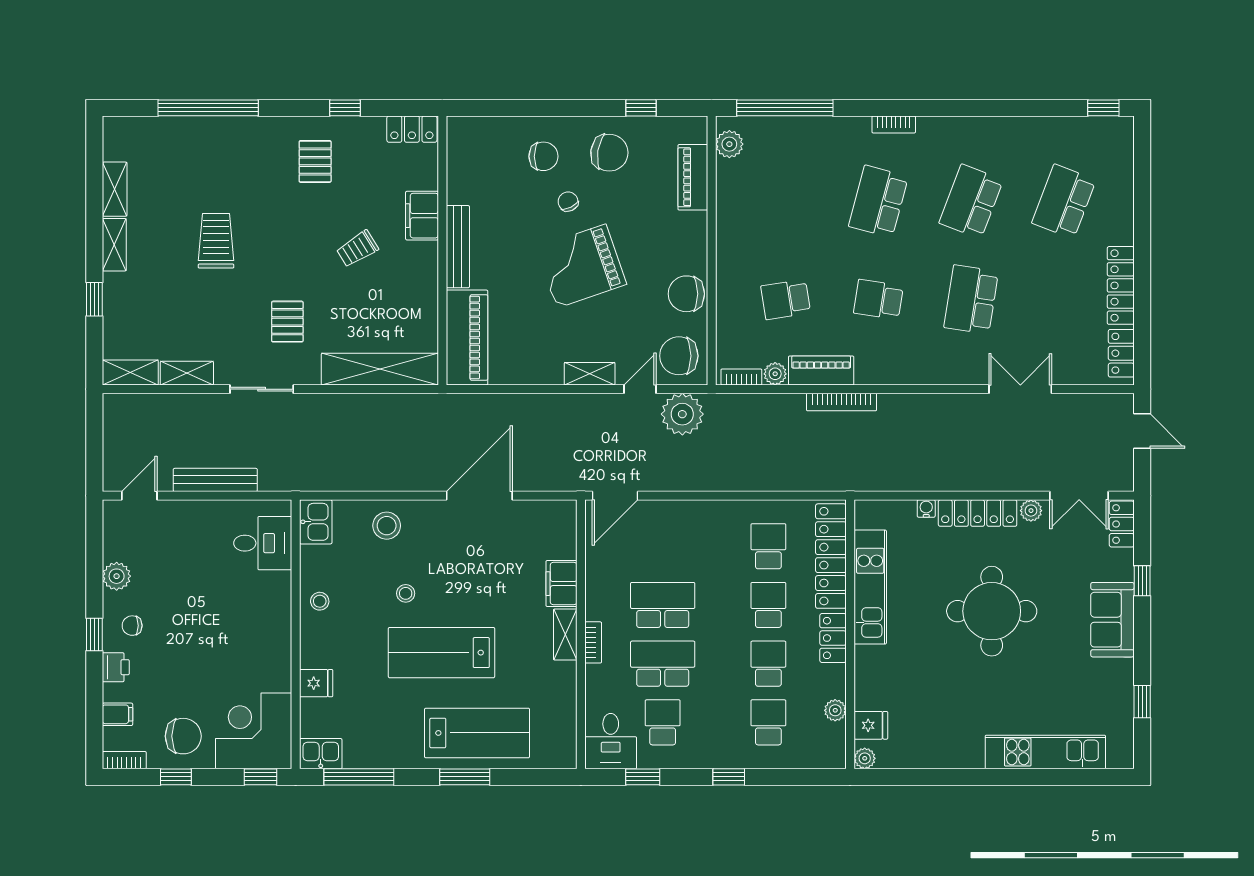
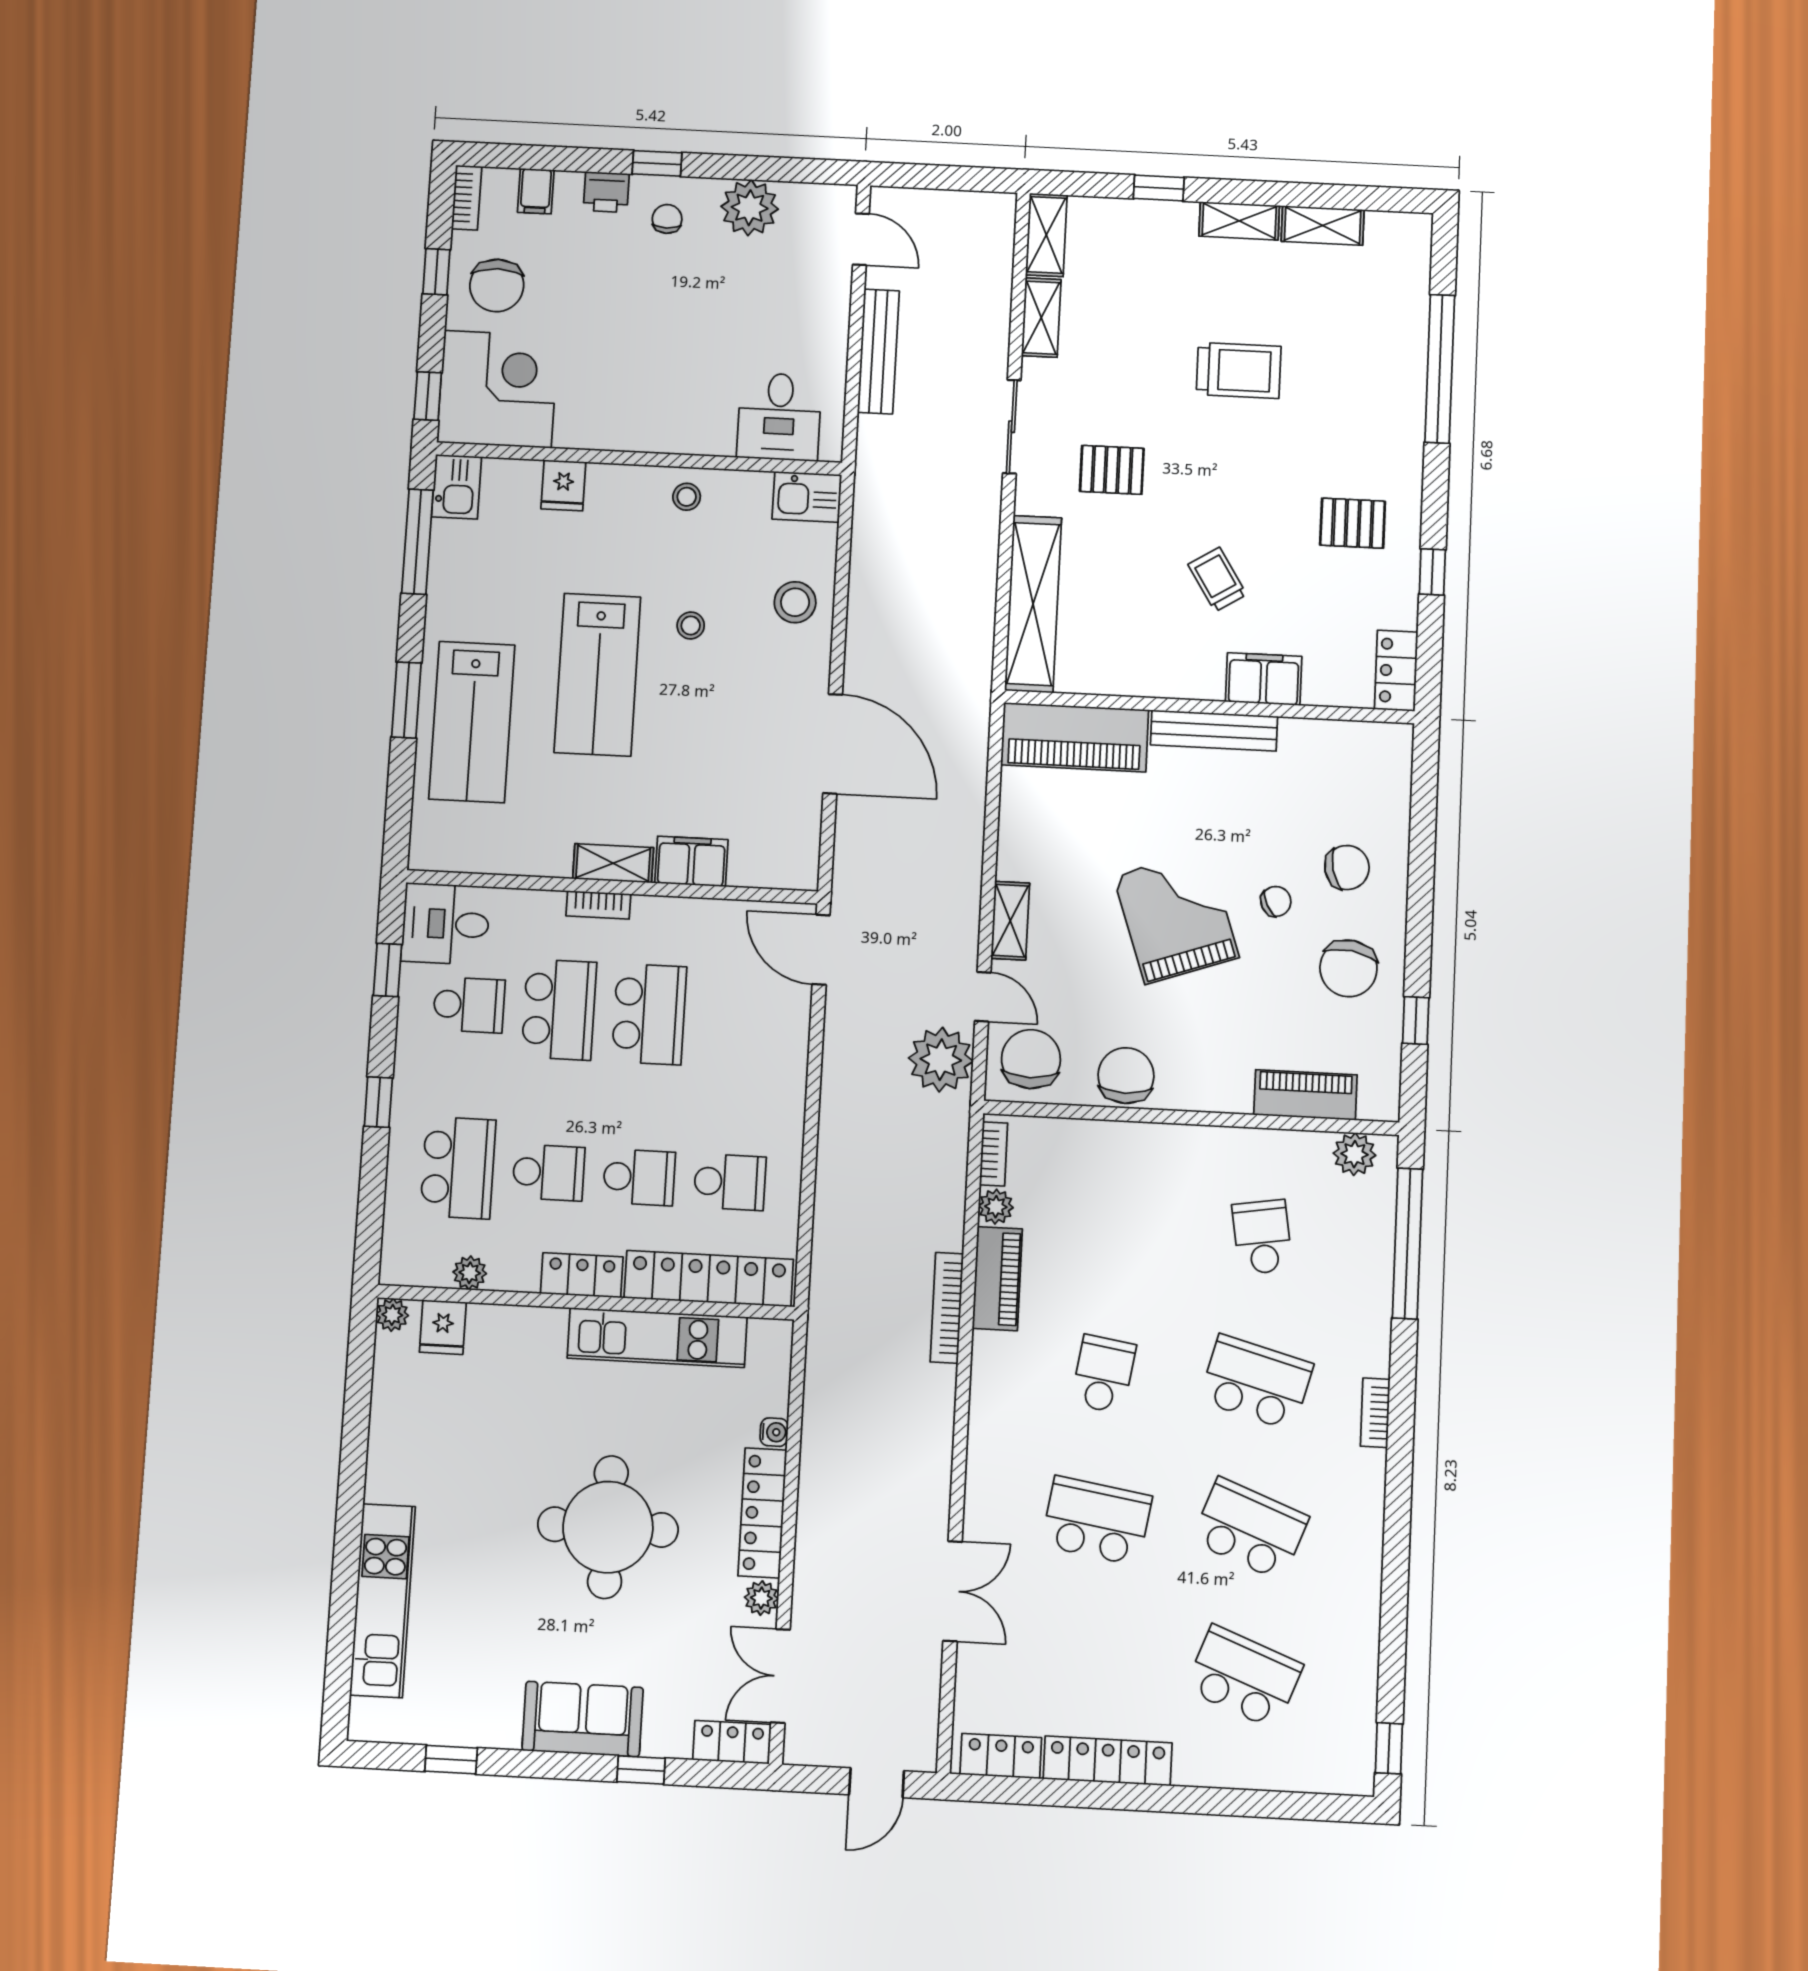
chair: (543, 156) -> (1347, 867), turned -103
school desk: (786, 299) -> (1262, 1237), moved
plant: (117, 576) -> (750, 208), width x1.36, depth x1.36
lab bench: (441, 653) -> (597, 675), turned 180
school desk: (768, 722) -> (458, 1168), width x1.85

